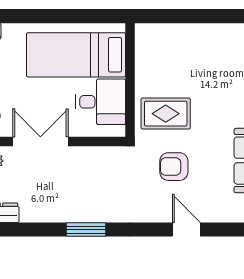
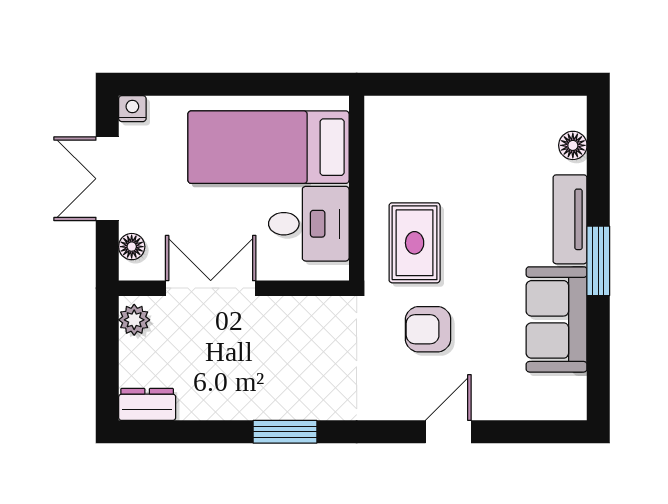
rug: (166, 114) -> (415, 243), turned 90
door: (186, 230) -> (448, 432), hinge flipped

